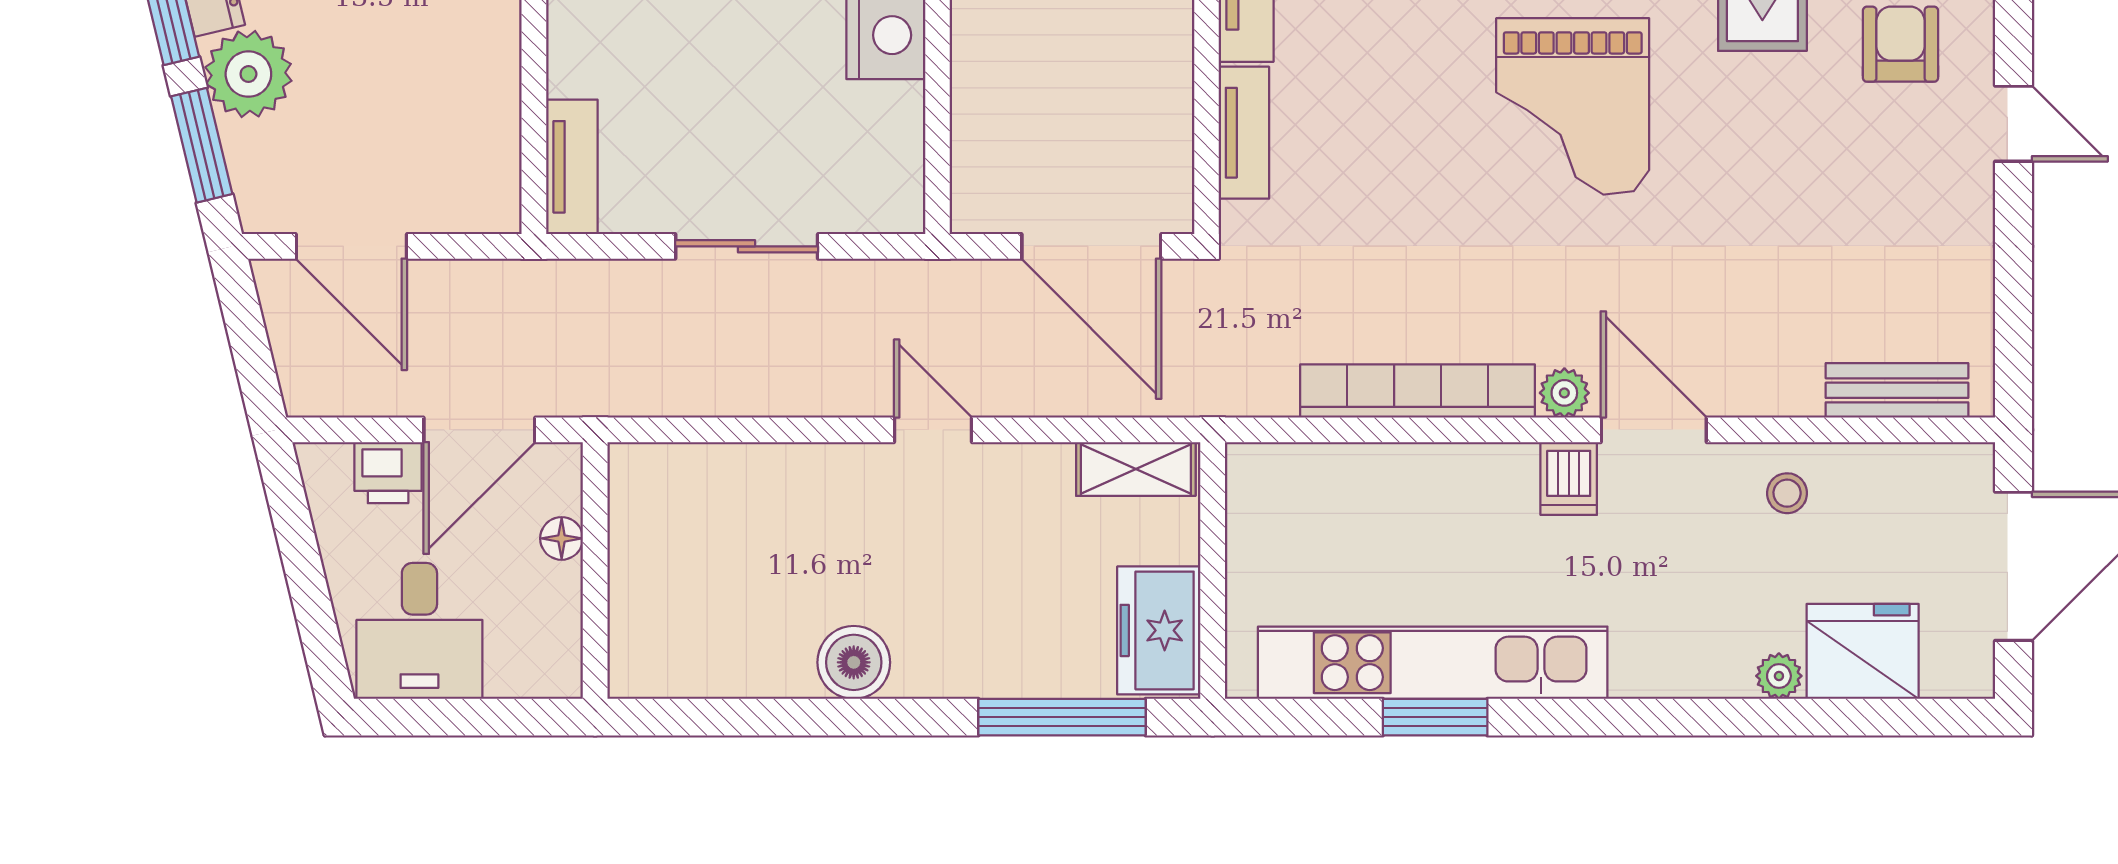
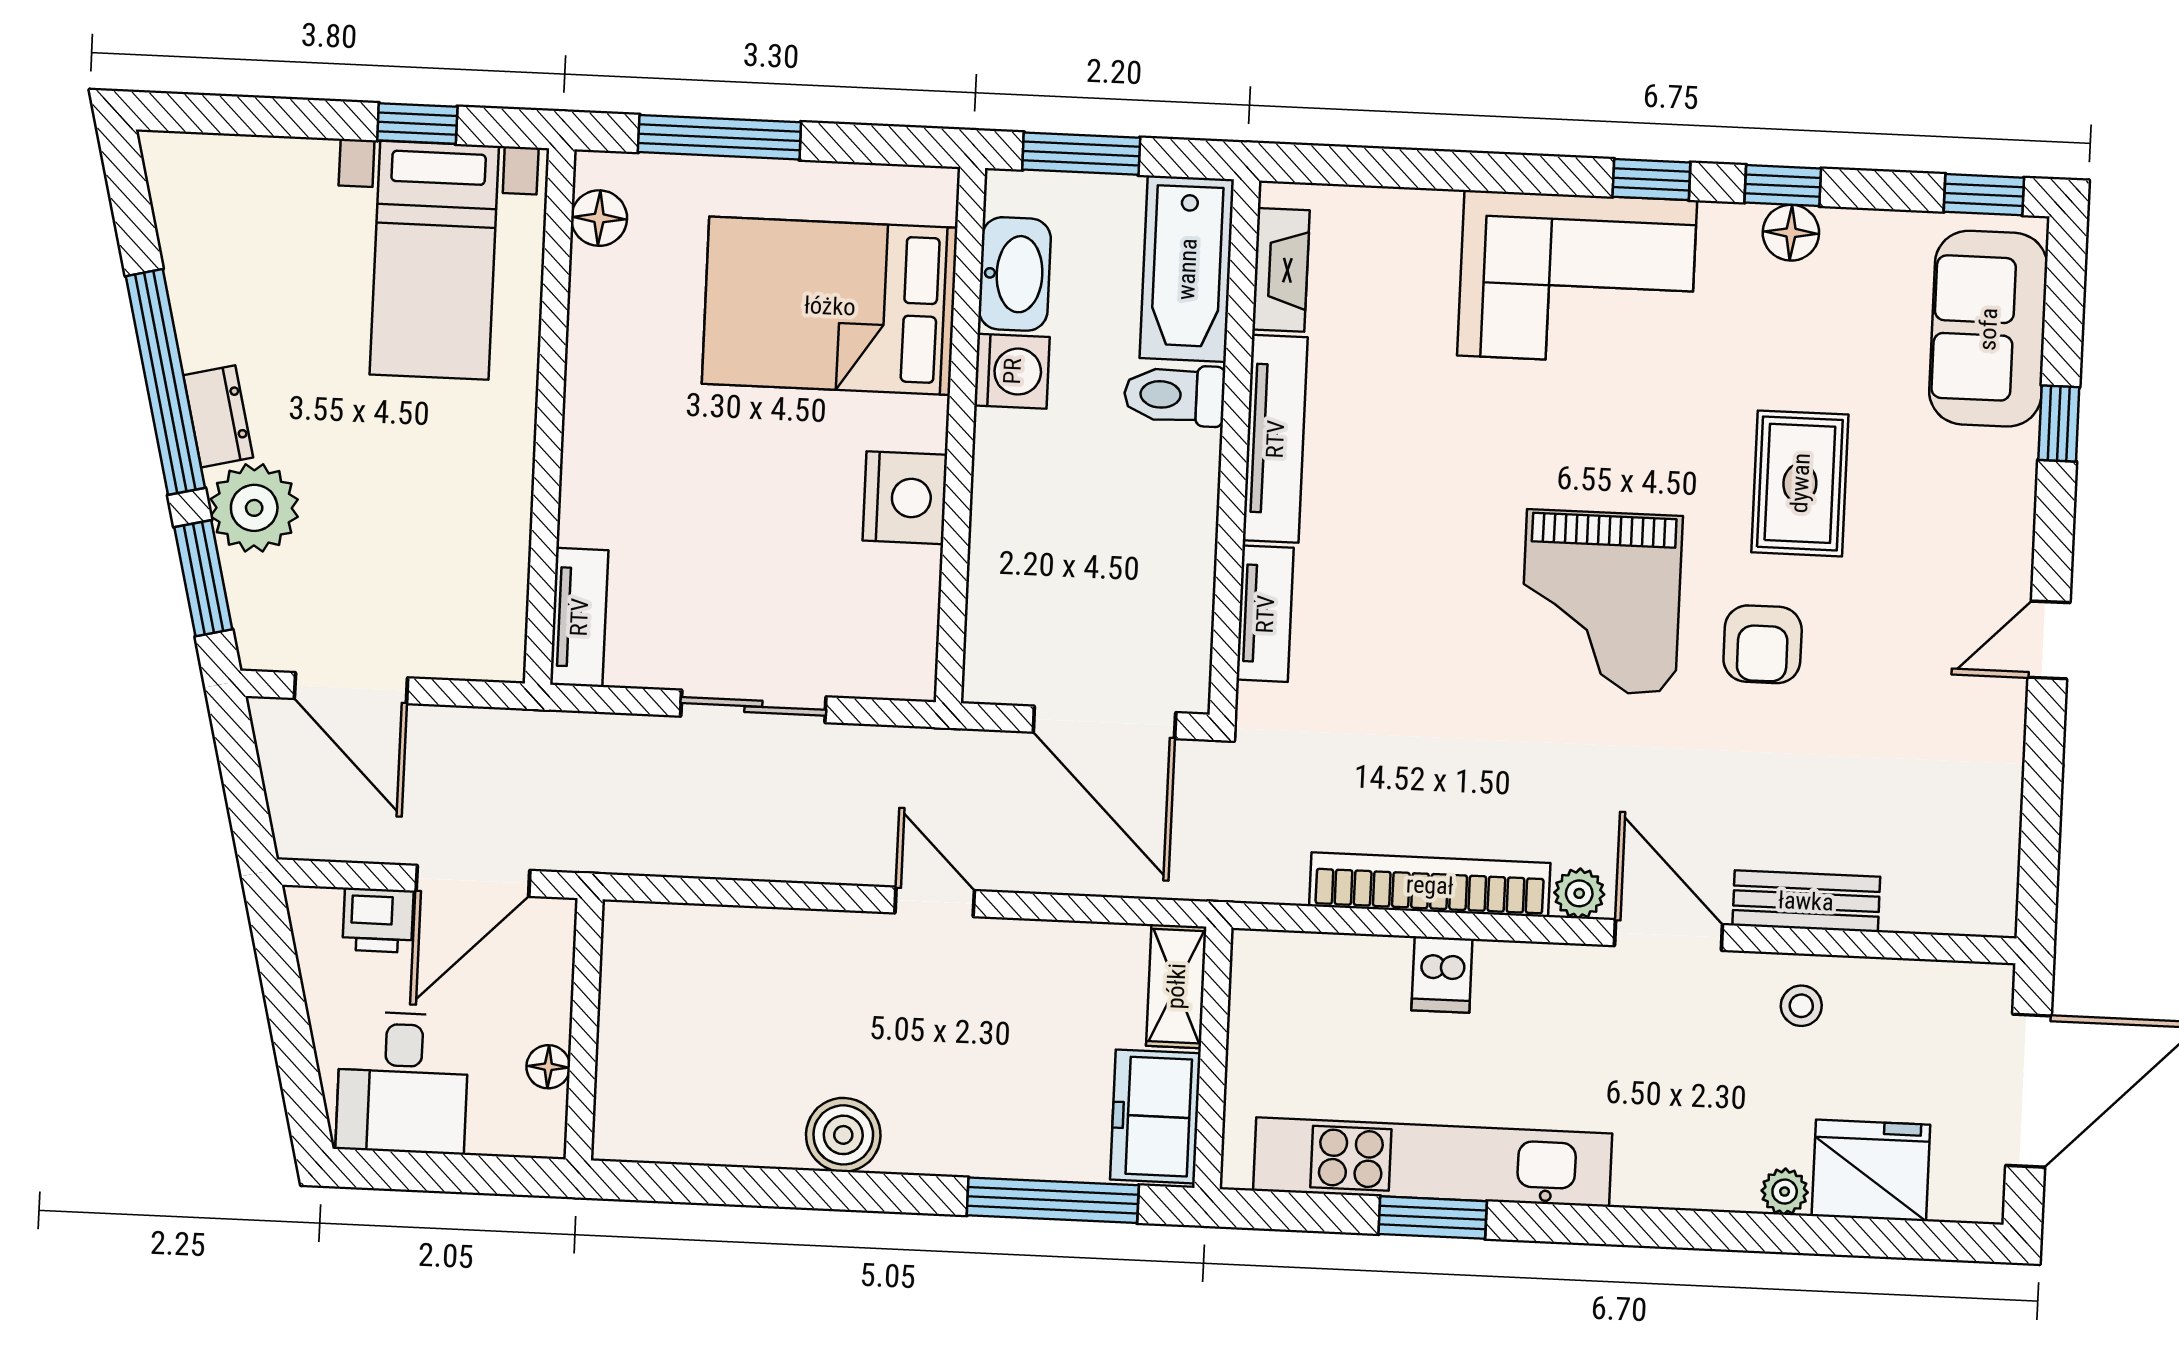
armchair: (1901, 44) -> (1763, 644), moved, turned 180
door: (2014, 124) -> (2049, 640), swing flipped
bench: (1897, 390) -> (1806, 901), moved
shelving: (1136, 469) -> (1176, 986), moved, turned 90
dishwasher: (1569, 478) -> (1442, 974), moved
floor lamp: (562, 538) -> (548, 1067), moved

